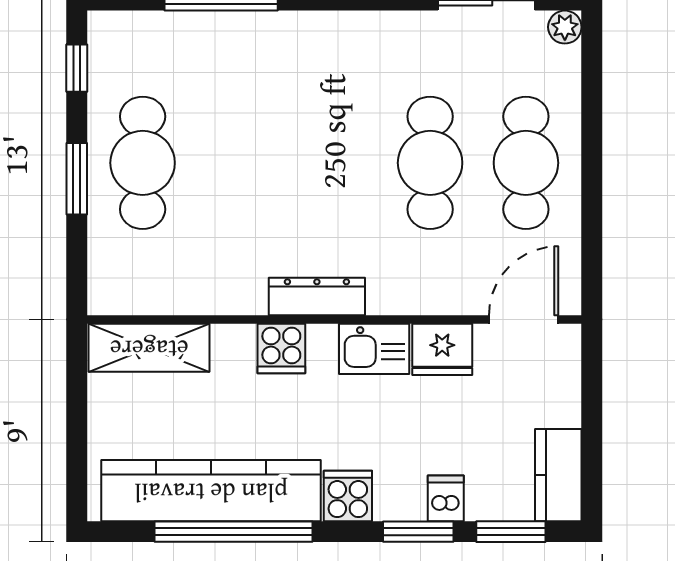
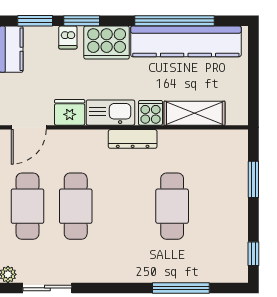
cafe table: (143, 163) -> (172, 206), moved
window: (77, 179) -> (253, 179), moved
shelving: (149, 348) -> (194, 113), moved
kitchen sink: (374, 349) -> (110, 113), width x1.38
cooker: (348, 496) -> (107, 43), width x1.87, depth x1.31

